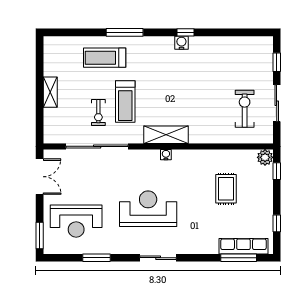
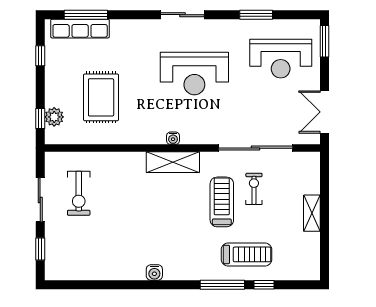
window: (185, 32) -> (264, 285), moved
plant: (265, 157) -> (54, 117), moved
rug: (226, 189) -> (101, 97), width x1.36, depth x1.43
reception desk: (76, 221) -> (281, 59), turned 180

